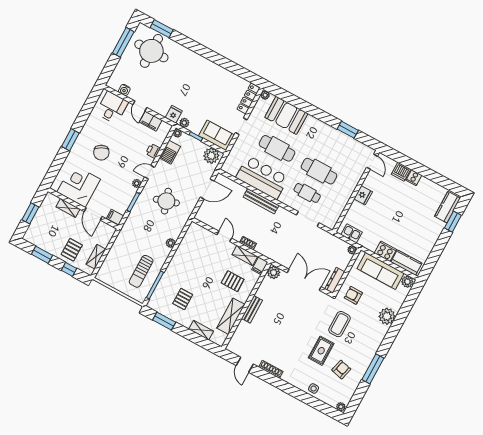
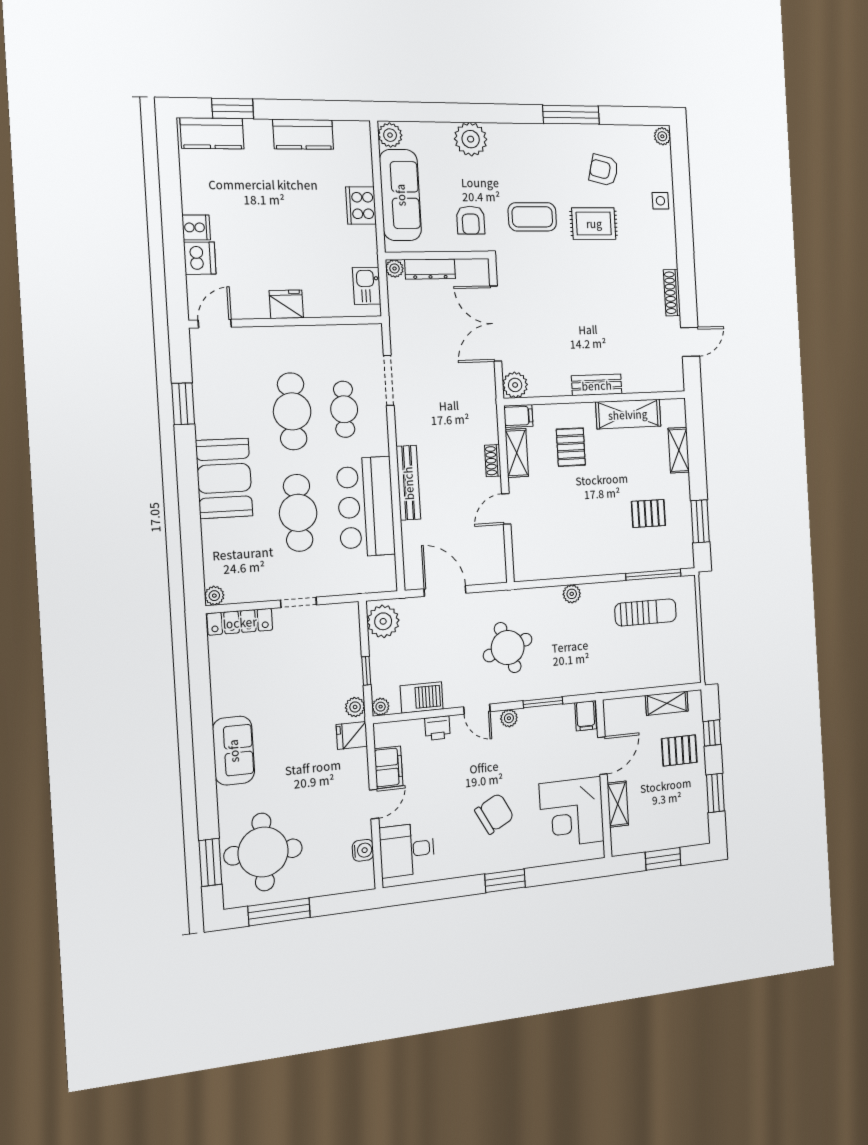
booth: (286, 115) -> (224, 478), moved
sofa: (216, 135) -> (233, 751), moved, turned 180
kitchen counter: (406, 263) -> (303, 134), moved, turned -90
dresser: (335, 280) -> (430, 269), moved

